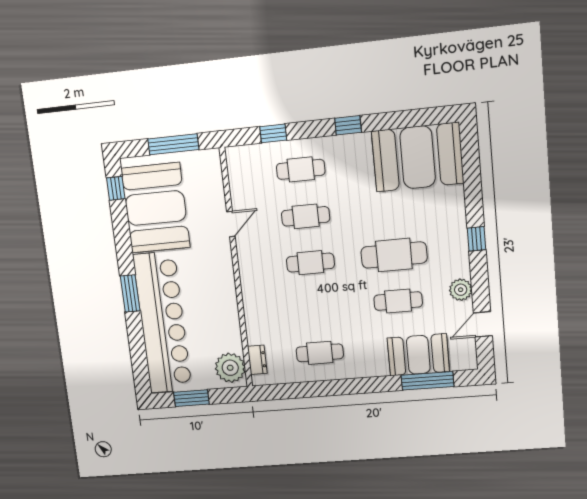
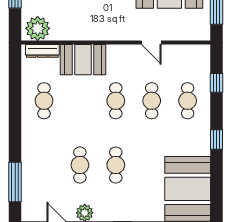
cafe table: (394, 255) -> (116, 165), width x0.73, depth x0.74
booth: (418, 355) -> (83, 60), moved, turned 90
dresser: (257, 360) -> (42, 51), width x1.44

